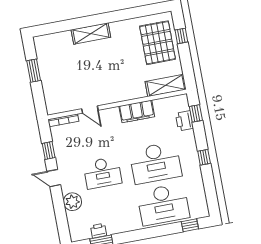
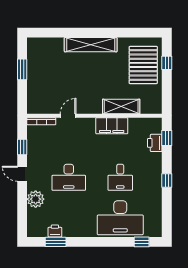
shelving: (91, 33) -> (91, 45), width x1.47
shelving: (166, 85) -> (121, 107), moved
door: (90, 110) -> (68, 116), swing flipped
desk: (155, 163) -> (120, 177), width x0.53, depth x0.77

